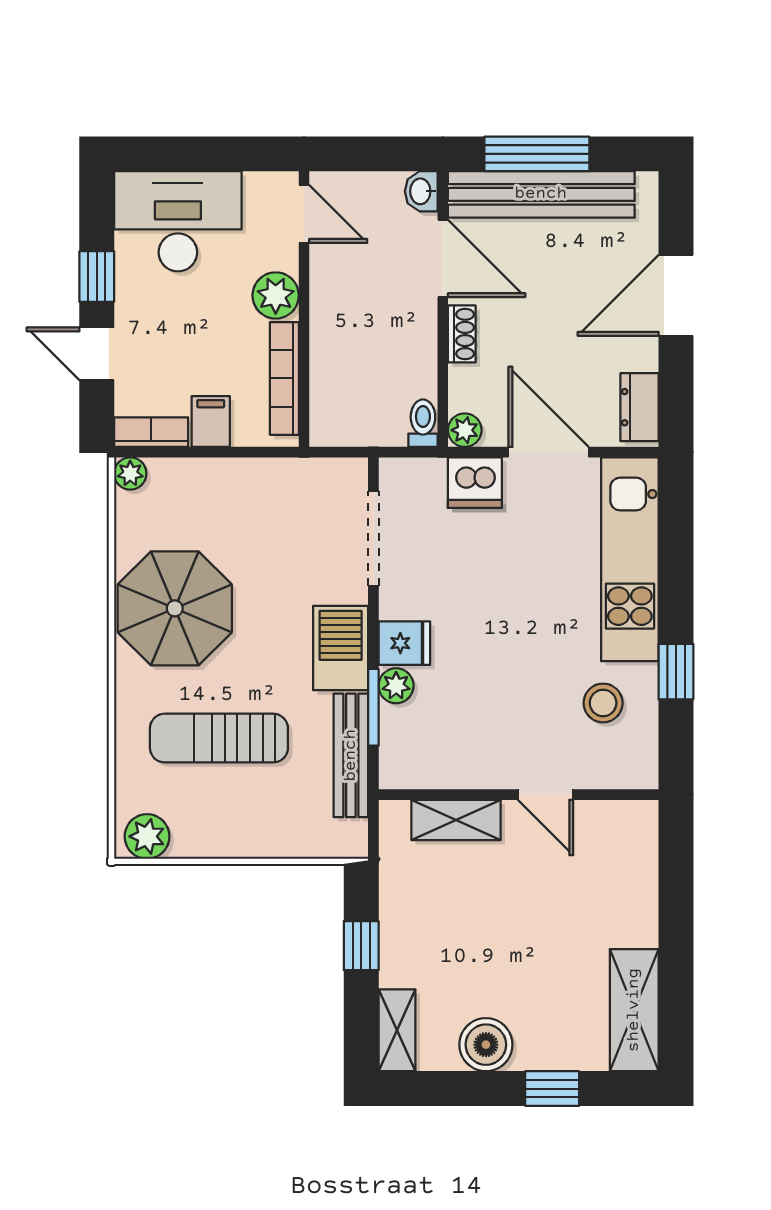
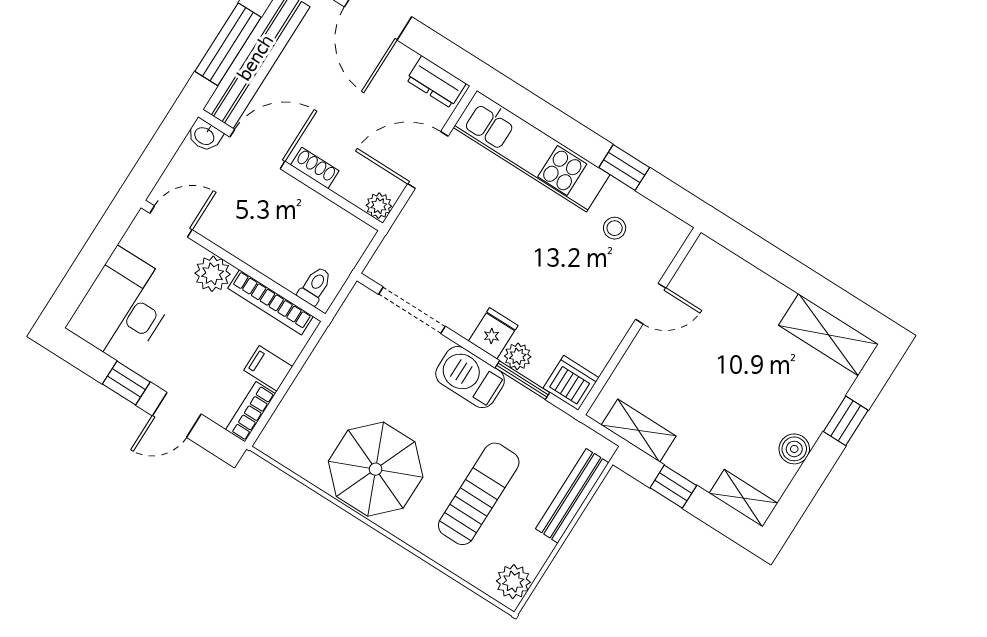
toilet: (423, 423) -> (315, 286), moved, turned 90
plant: (130, 473) -> (269, 442), removed
dishwasher: (475, 483) -> (571, 383), moved, turned -90
stool: (603, 703) -> (615, 228), width x0.73, depth x0.73
sun lounger: (219, 738) -> (479, 494), turned 180
bench: (351, 755) -> (572, 496), moved, turned 90
shelving: (456, 820) -> (639, 430), moved, turned 90
boiler: (486, 1045) -> (794, 449), width x0.73, depth x0.73

